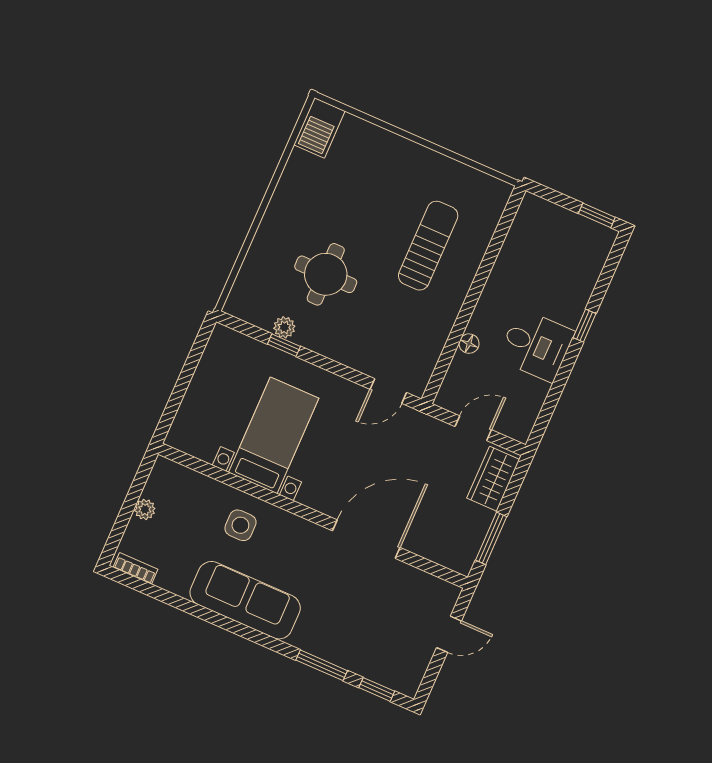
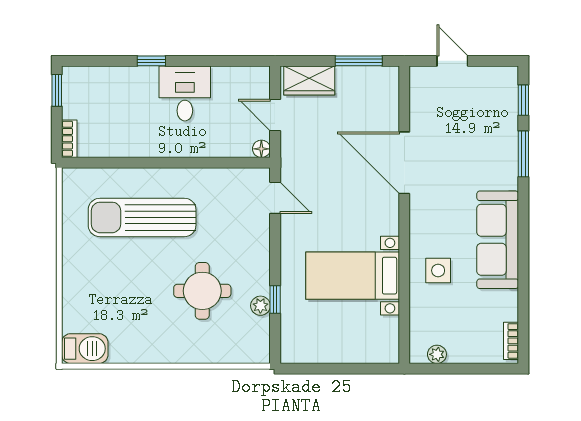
bookcase: (542, 206) -> (69, 139), added
sun lounger: (428, 246) -> (142, 217), width x1.36, depth x1.34
floor lamp: (469, 344) -> (261, 149), moved
plant: (145, 509) -> (437, 354), moved

